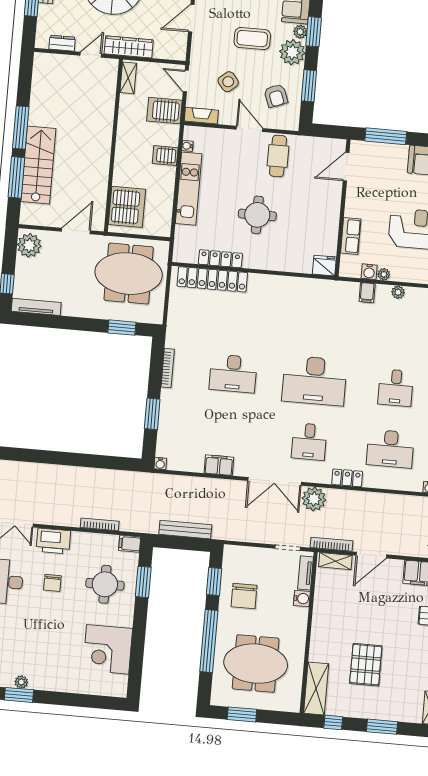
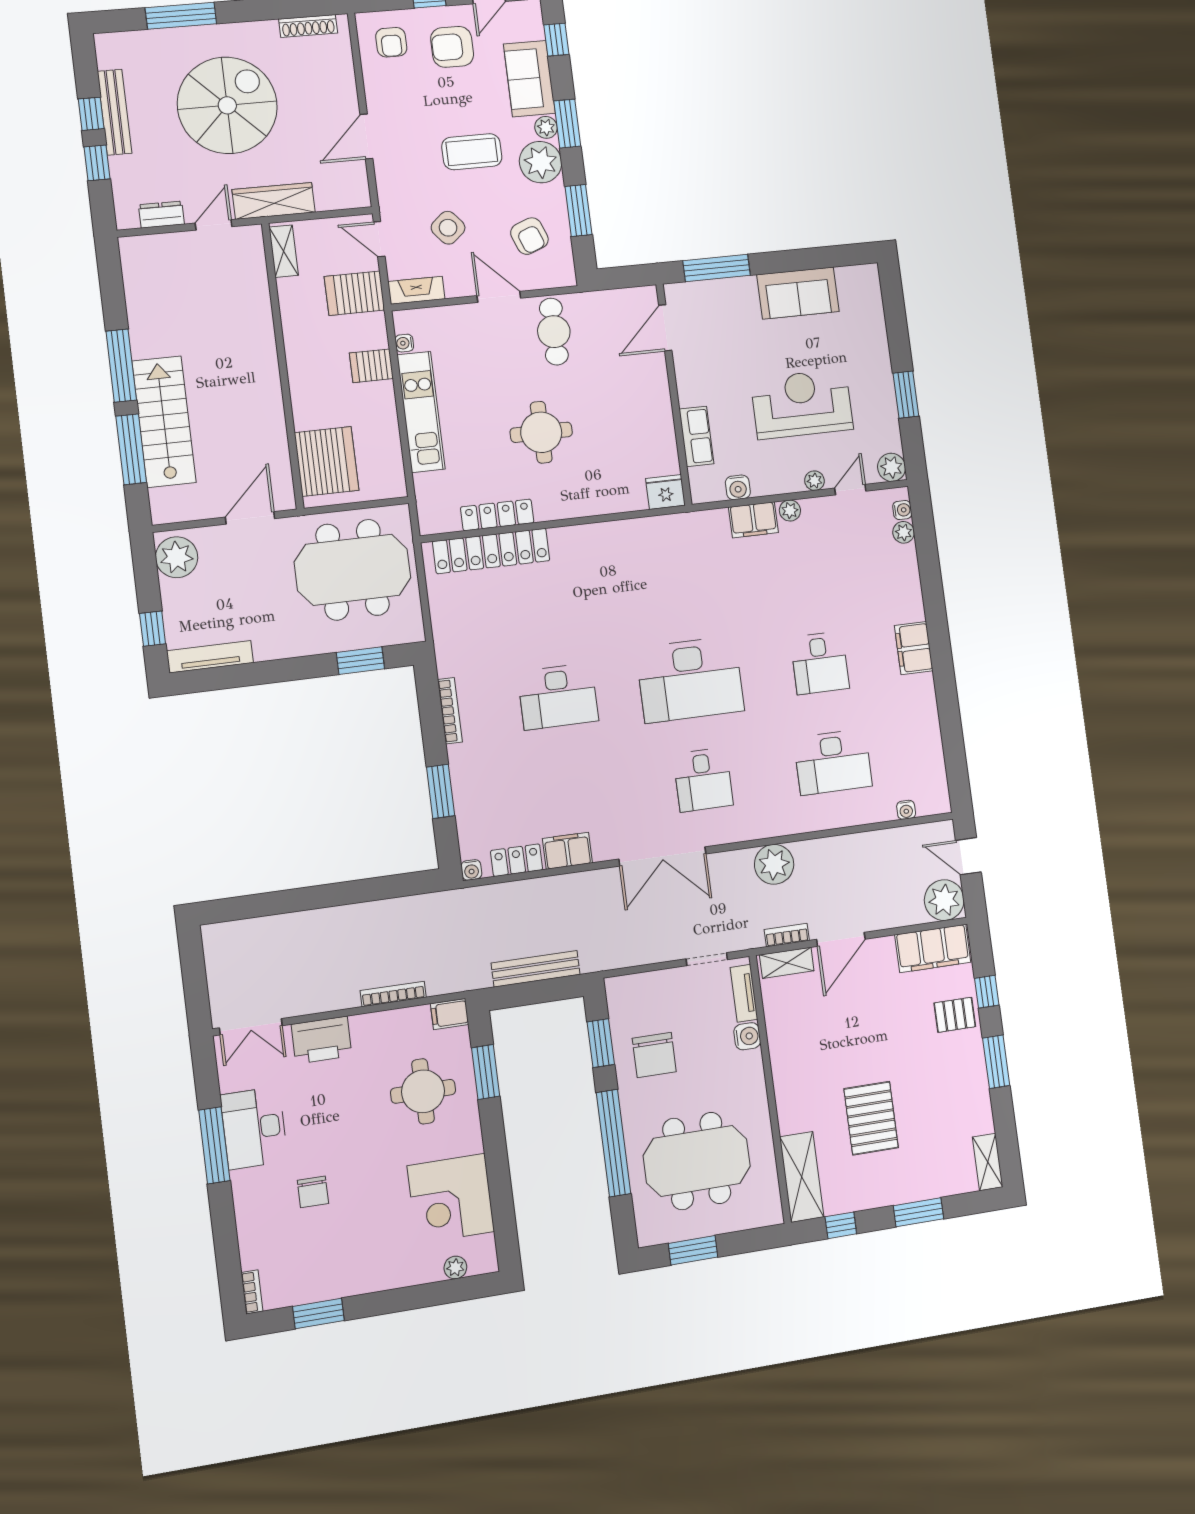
plant: (384, 274) -> (814, 481), moved
filing cabinet: (367, 293) -> (753, 520), width x2.00
locker: (347, 478) -> (517, 860), moved
plant: (314, 499) -> (774, 864), moved
bookcase: (332, 544) -> (787, 935), width x0.64
chair: (52, 583) -> (313, 1192), moved
plant: (21, 682) -> (455, 1267), moved

